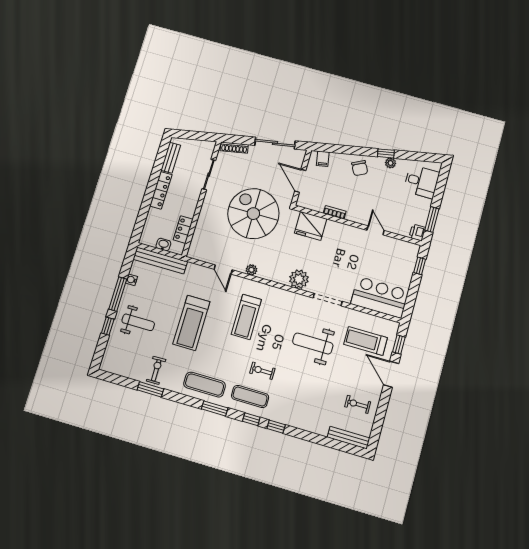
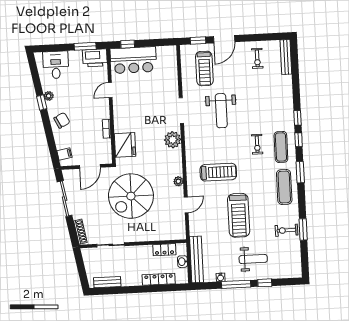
locker: (161, 190) -> (159, 279), moved
printer: (417, 233) -> (95, 58), width x1.87, depth x1.48
bar counter: (380, 297) -> (133, 60), moved, turned -90
weight bench: (138, 322) -> (253, 259), turned 90
treadmill: (191, 323) -> (239, 215), turned 90

